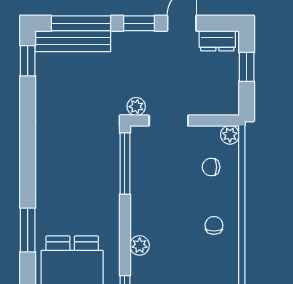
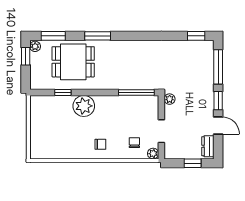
bench: (73, 41) -> (208, 62), removed
doorway: (169, 121) -> (161, 131), moved
plant: (140, 245) -> (84, 106), width x1.87, depth x1.87

